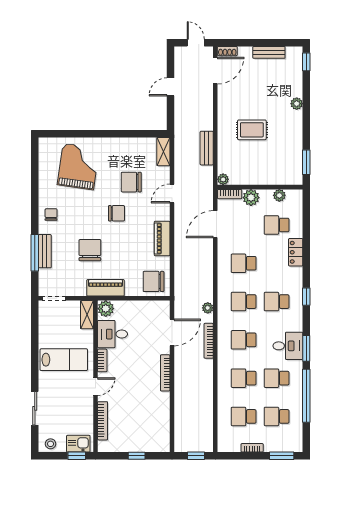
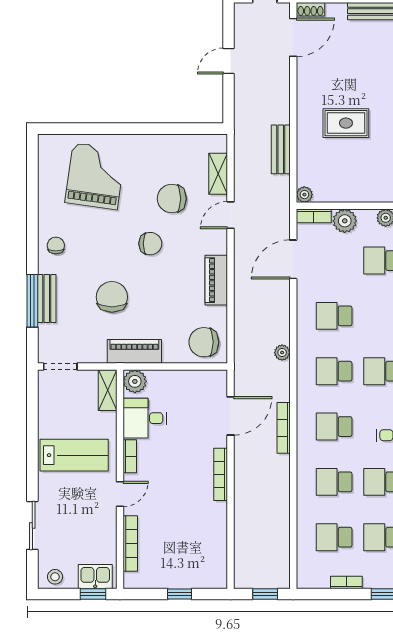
shelving: (163, 152) -> (218, 174), moved
plant: (208, 308) -> (282, 353), moved

